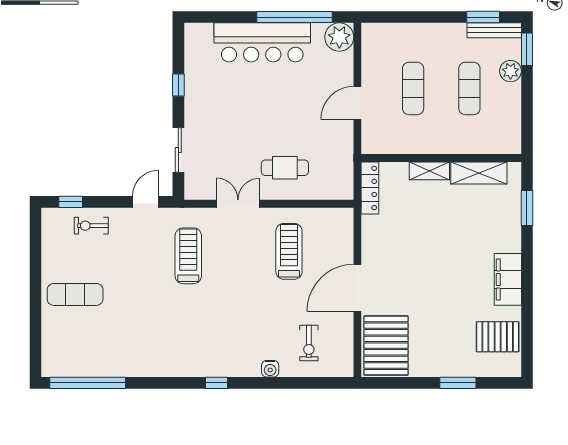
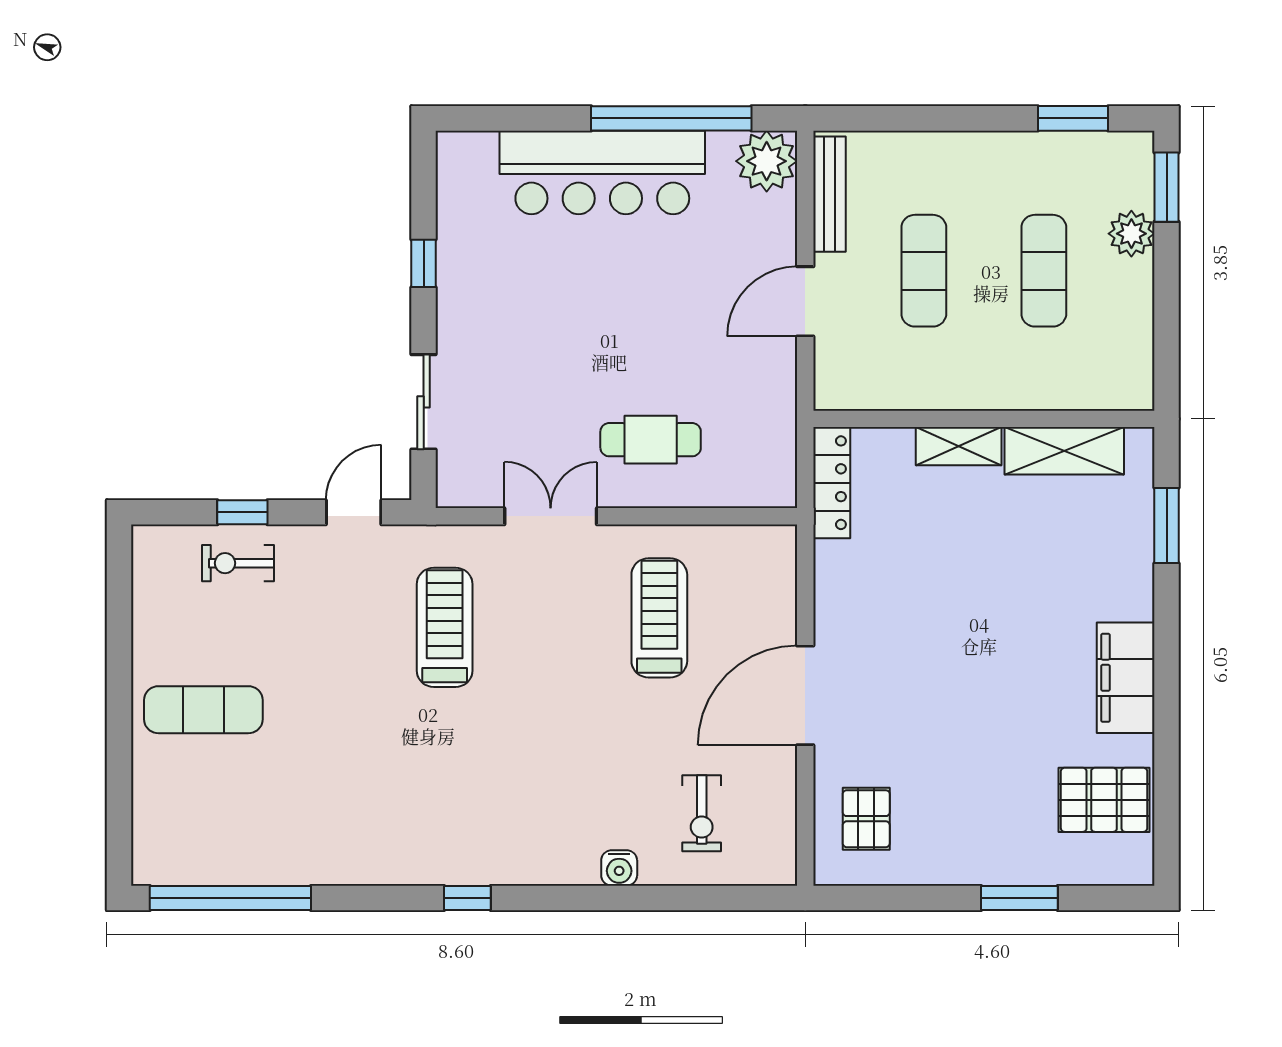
bench: (494, 30) -> (829, 194), moved, turned 90
window: (71, 202) -> (242, 512), moved
pallet: (386, 346) -> (866, 819), width x0.49, depth x0.50
window: (216, 383) -> (467, 898), moved

